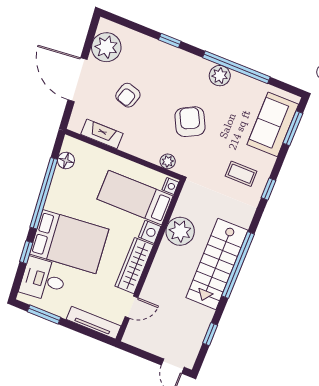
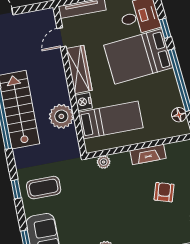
armchair: (190, 122) -> (106, 202), removed
fireplace: (102, 134) -> (148, 154), moved
coffee table: (241, 174) -> (44, 188), width x1.36, depth x1.30
nightstand: (170, 186) -> (90, 145), removed

